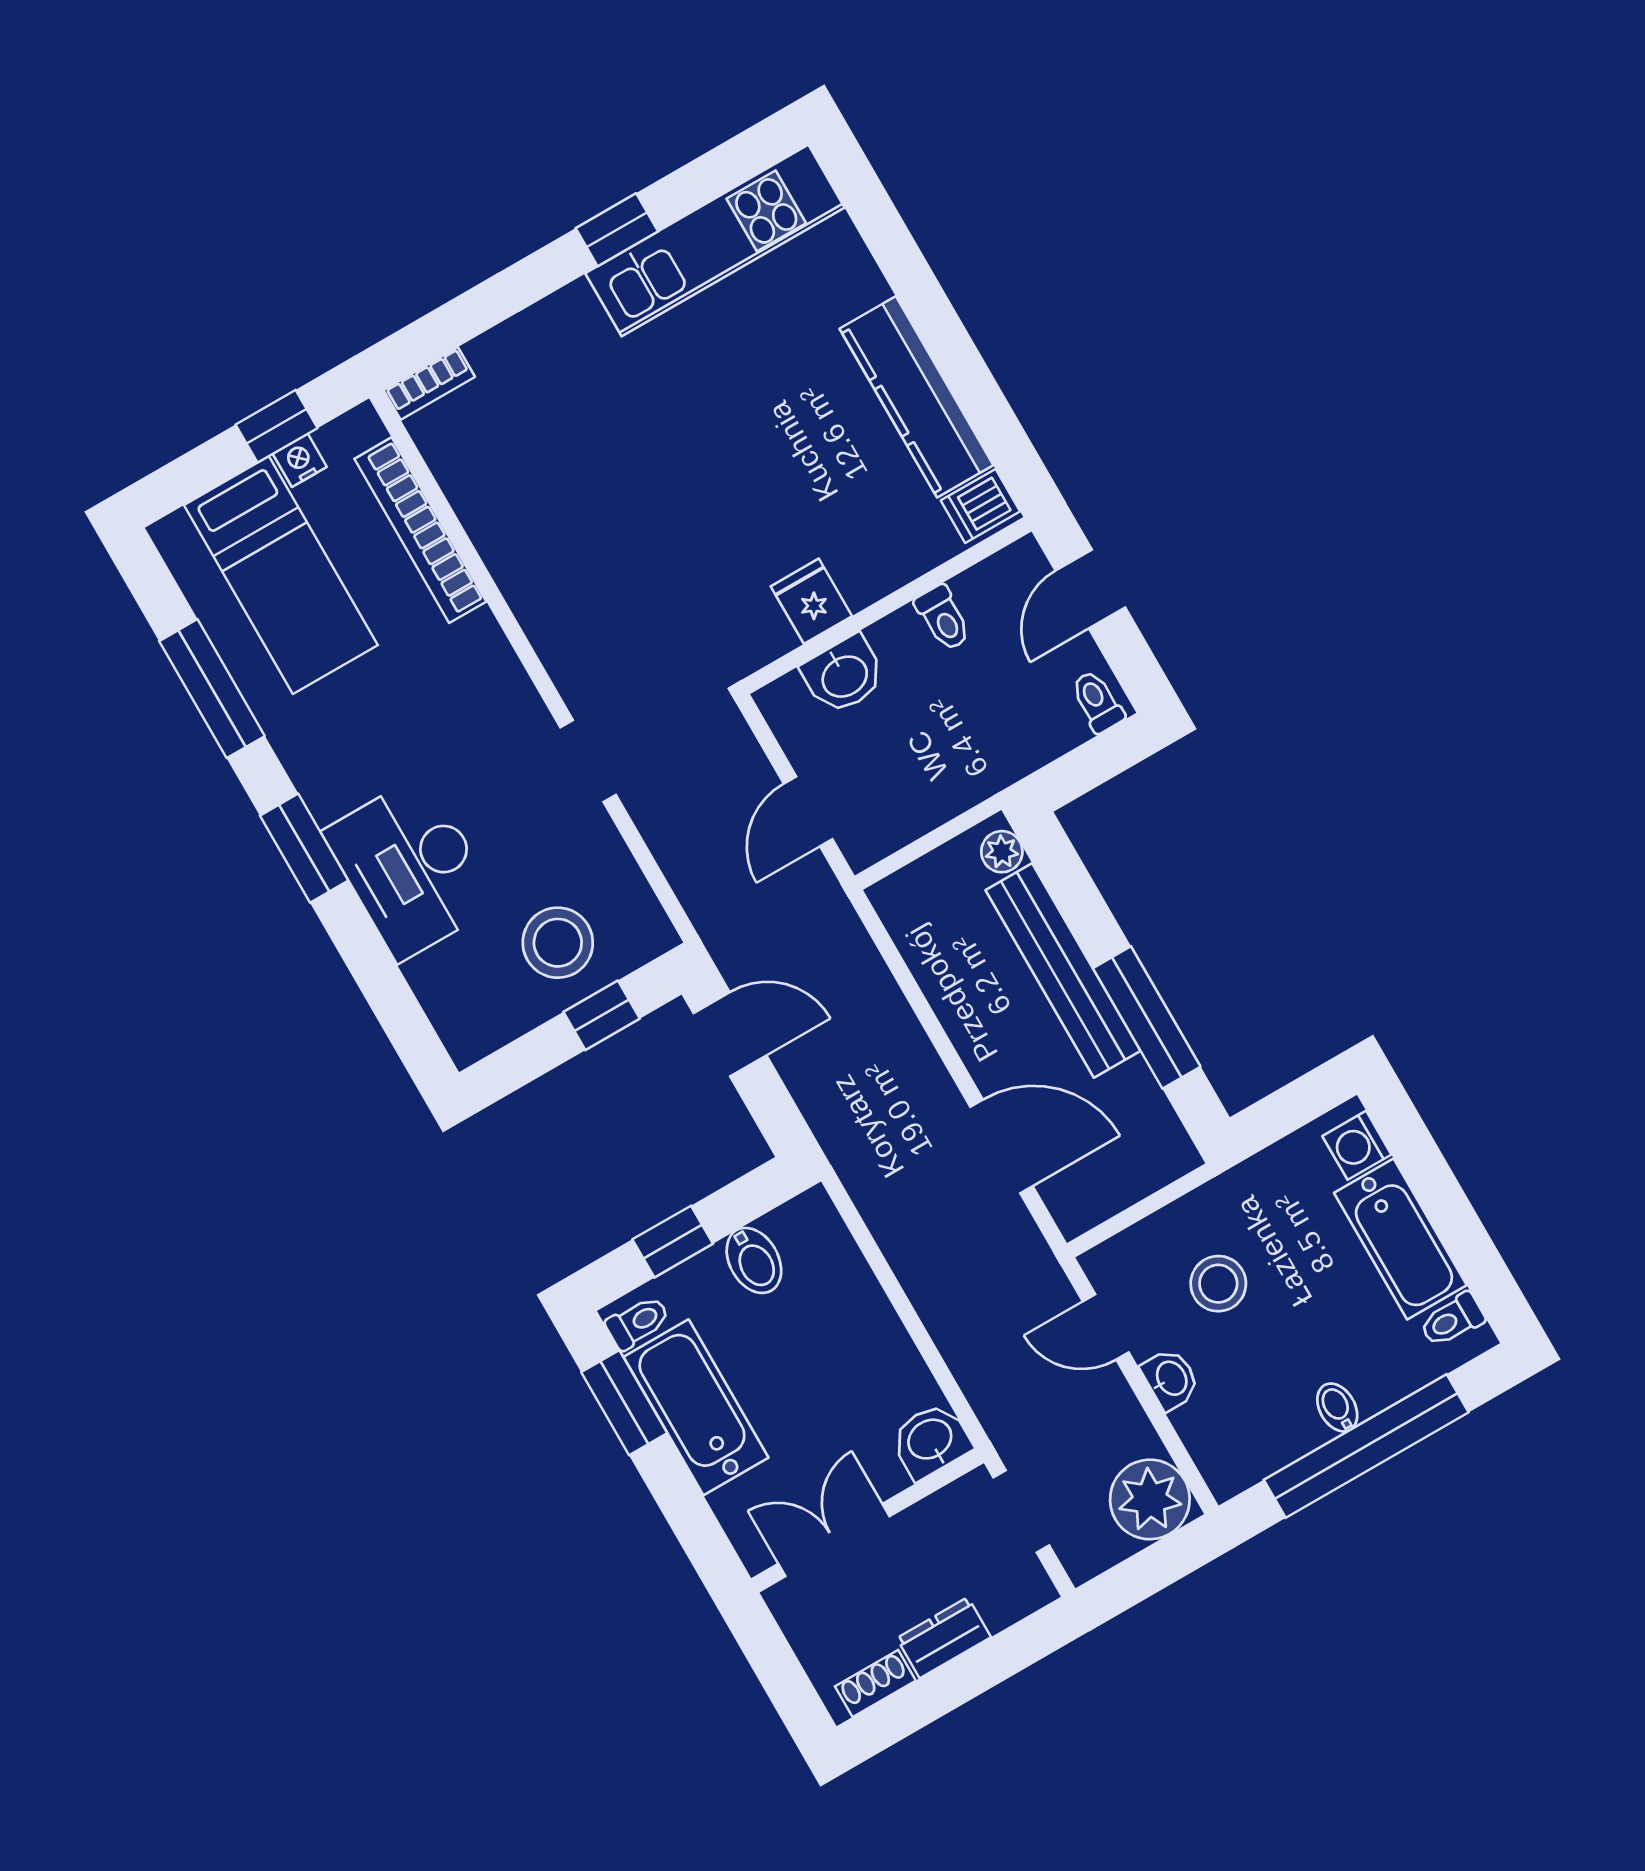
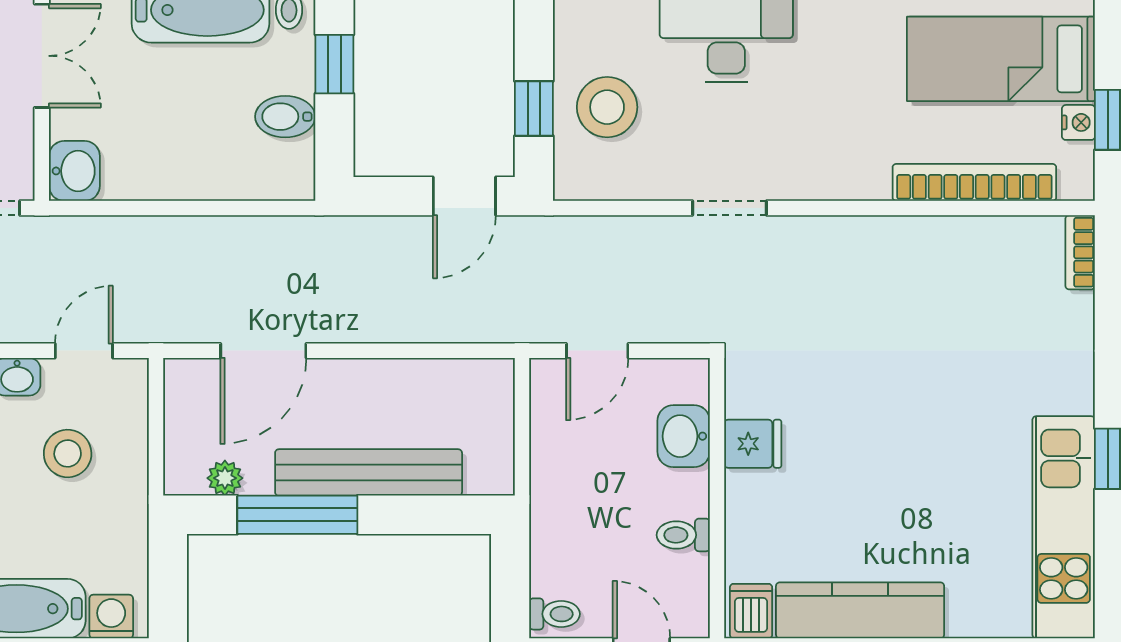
door: (808, 811) -> (597, 351), swing flipped
plant: (1002, 852) -> (225, 478), moved

